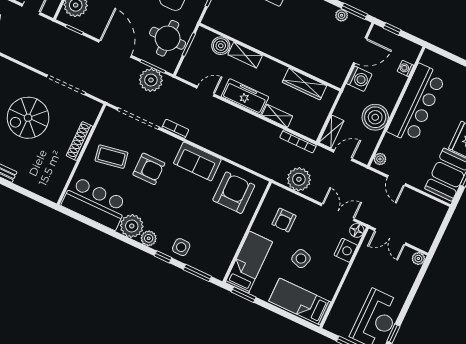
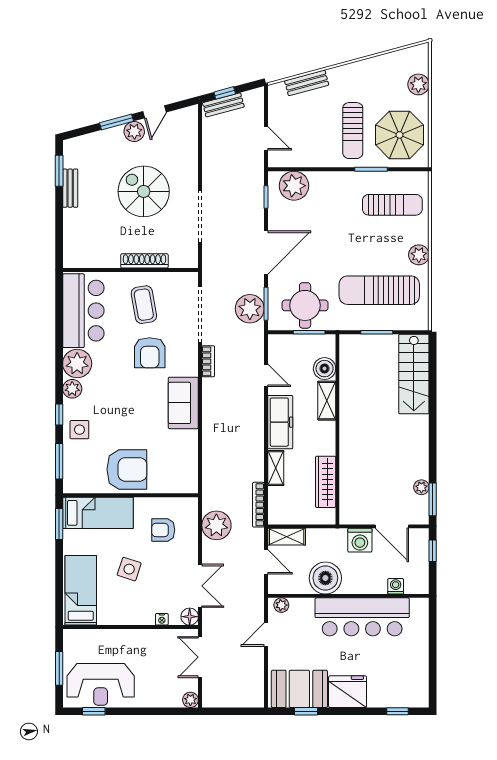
armchair: (234, 193) -> (127, 469), moved
nightstand: (346, 250) -> (162, 619), width x0.53, depth x0.56

